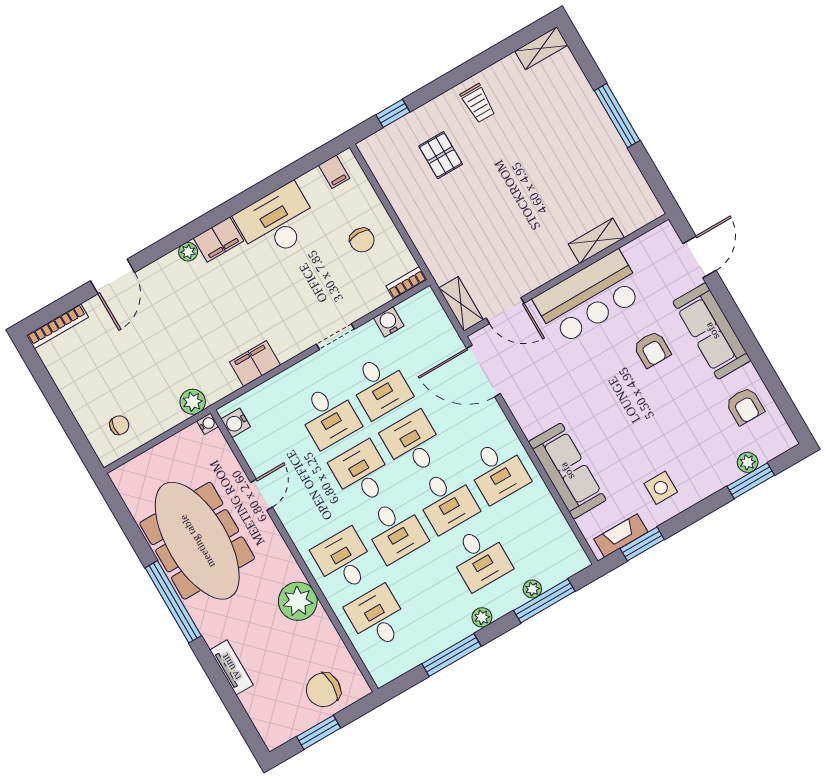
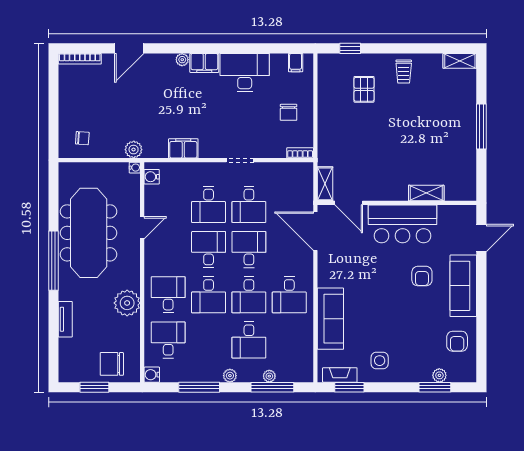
water cooler: (389, 322) -> (152, 375), moved, turned -90

